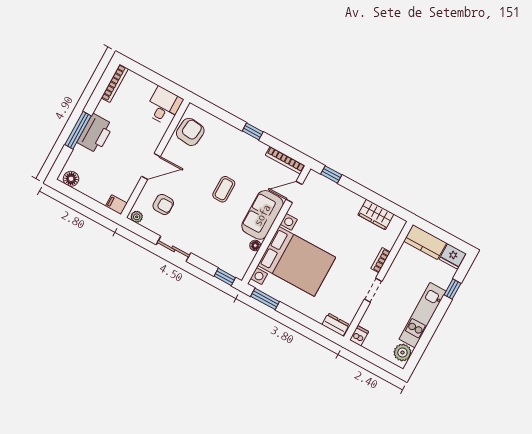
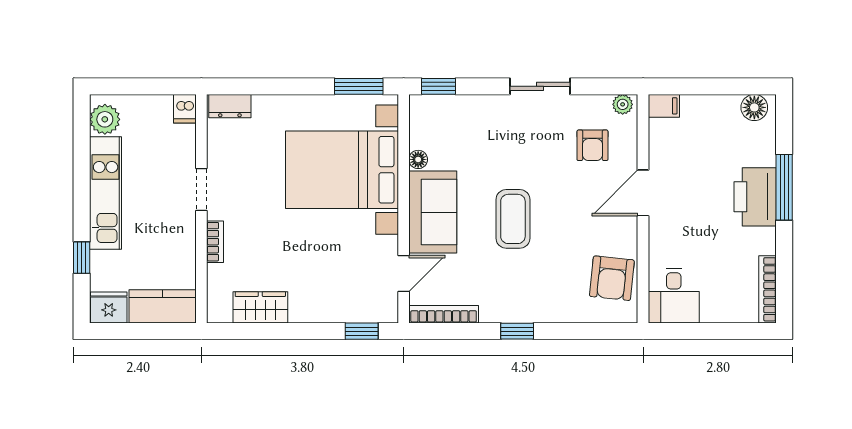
coffee table: (224, 189) -> (513, 219), width x1.36, depth x1.30
armchair: (163, 204) -> (592, 145), turned -90

